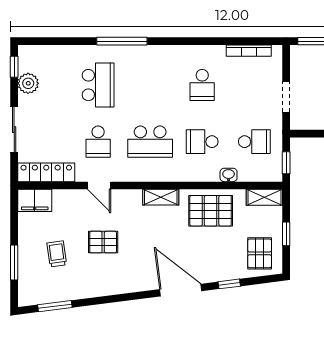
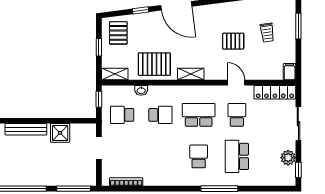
school desk: (202, 85) -> (199, 156), moved
filing cabinet: (35, 200) -> (290, 72), width x0.50

